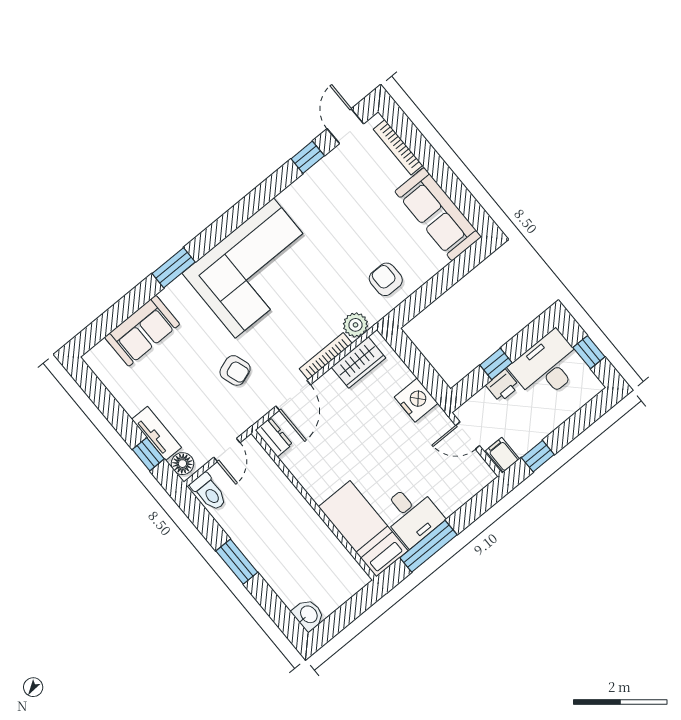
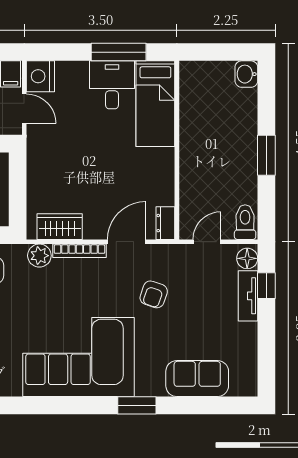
armchair: (235, 370) -> (154, 294), turned -142
nightstand: (416, 400) -> (40, 76), moved

